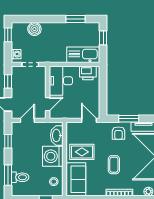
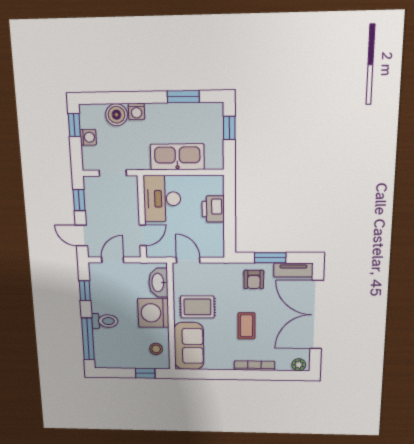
washing machine: (47, 27) -> (136, 111), added
washing machine: (16, 54) -> (88, 137), moved
kitchen sink: (83, 55) -> (177, 157), moved
printer: (88, 73) -> (213, 209), moved, turned 90
door: (89, 120) -> (188, 260), moved
window: (8, 175) -> (88, 339), width x1.44
toilet: (20, 177) -> (105, 321), moved

